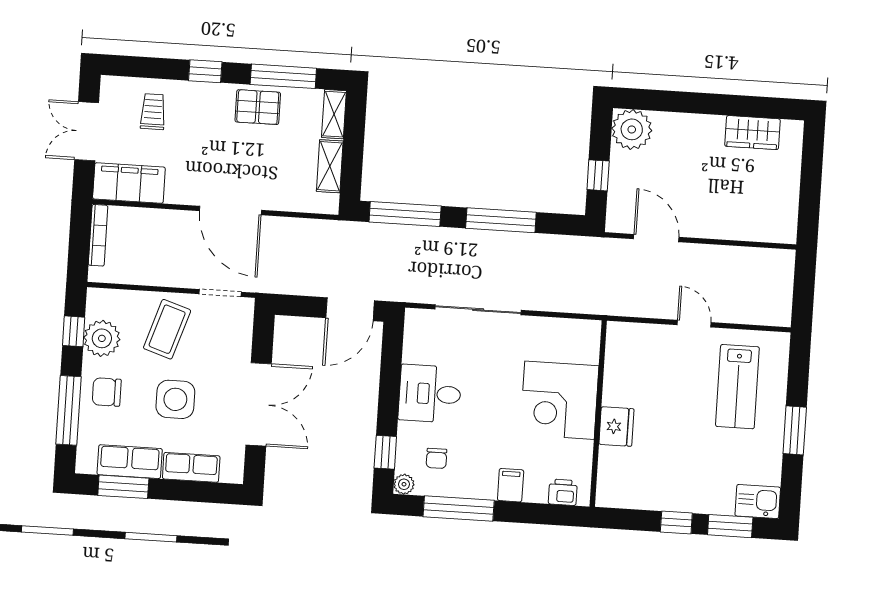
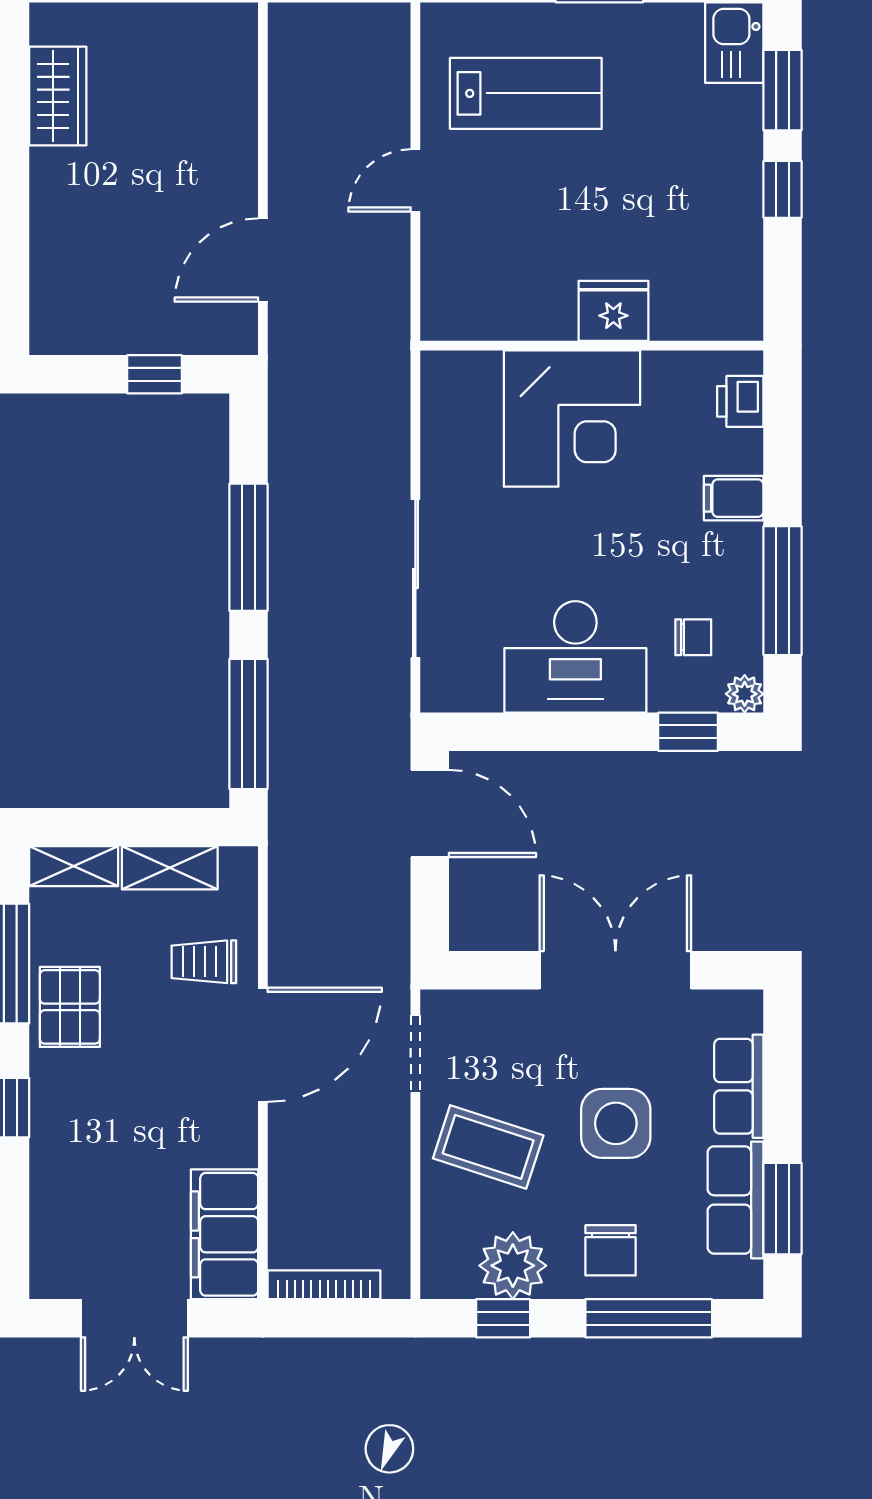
trolley: (153, 112) -> (204, 962), moved
plant: (632, 129) -> (66, 318), removed
desk: (430, 394) -> (575, 657), width x1.37

